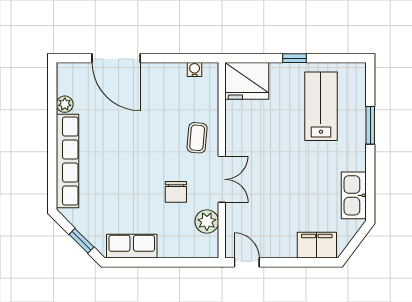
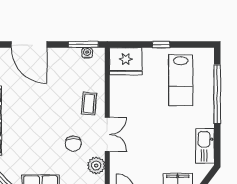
window: (189, 58) -> (83, 45), added
lab bench: (321, 106) -> (181, 80), turned 180
window: (370, 125) -> (217, 94), width x2.11

